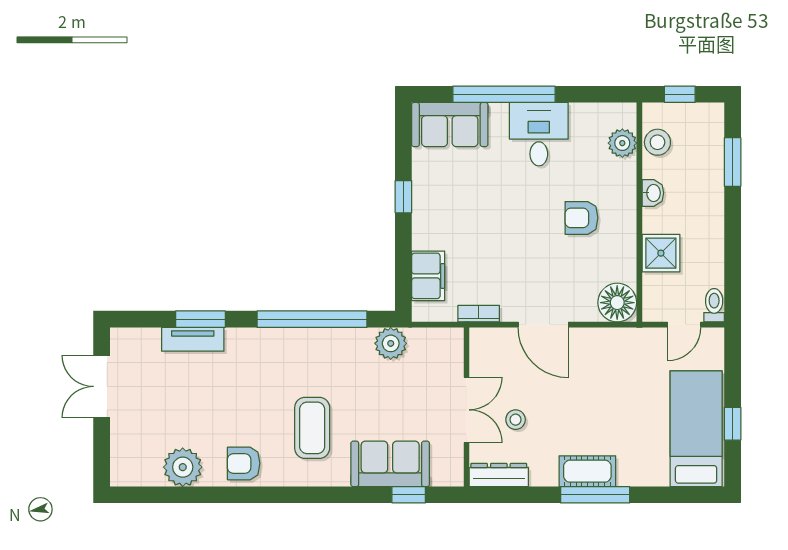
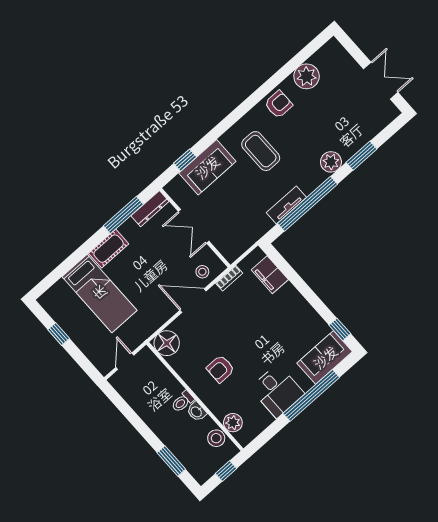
window: (403, 197) -> (340, 329), moved
armchair: (581, 218) -> (220, 369), turned 180
shower: (661, 253) -> (167, 386), removed
toilet: (714, 305) -> (183, 402), moved, turned 90
tv unit: (193, 339) -> (286, 205), moved
plant: (391, 343) -> (331, 162), moved
stool: (516, 420) -> (202, 272), moved
bed: (696, 429) -> (99, 293), moved
window: (595, 495) -> (123, 215), moved

